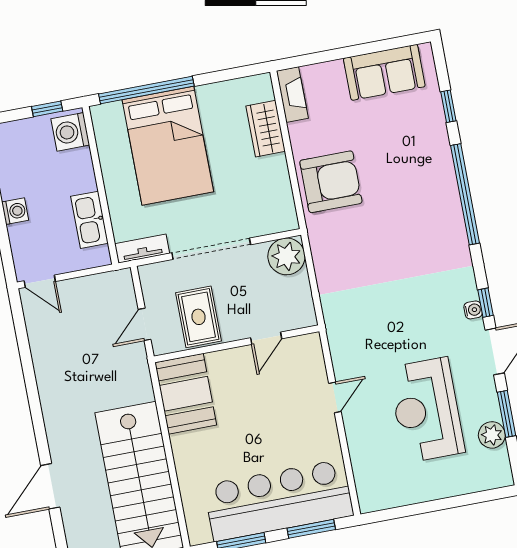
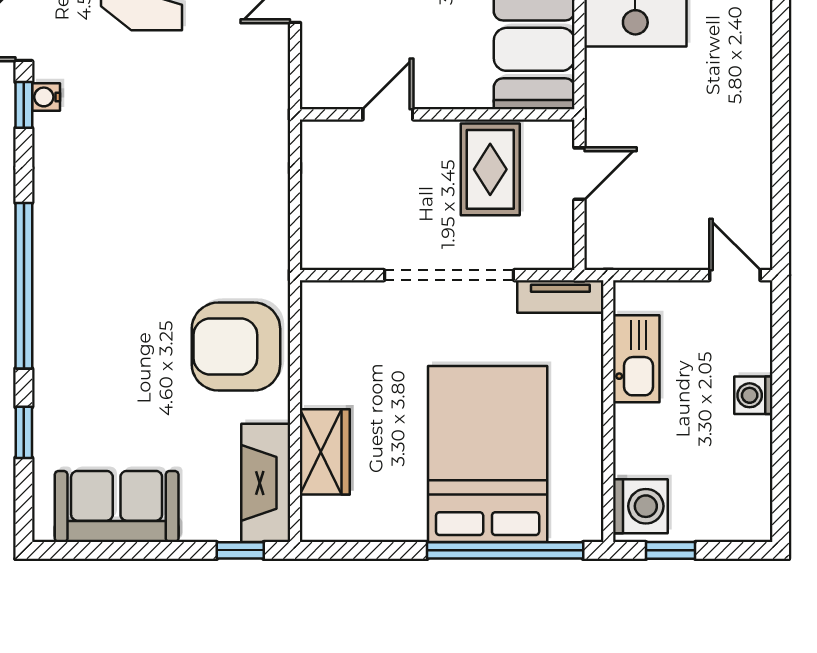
window: (305, 60) -> (240, 550), added
fireplace: (292, 94) -> (266, 483), width x1.37, depth x1.32
plant: (286, 256) -> (330, 240), removed

